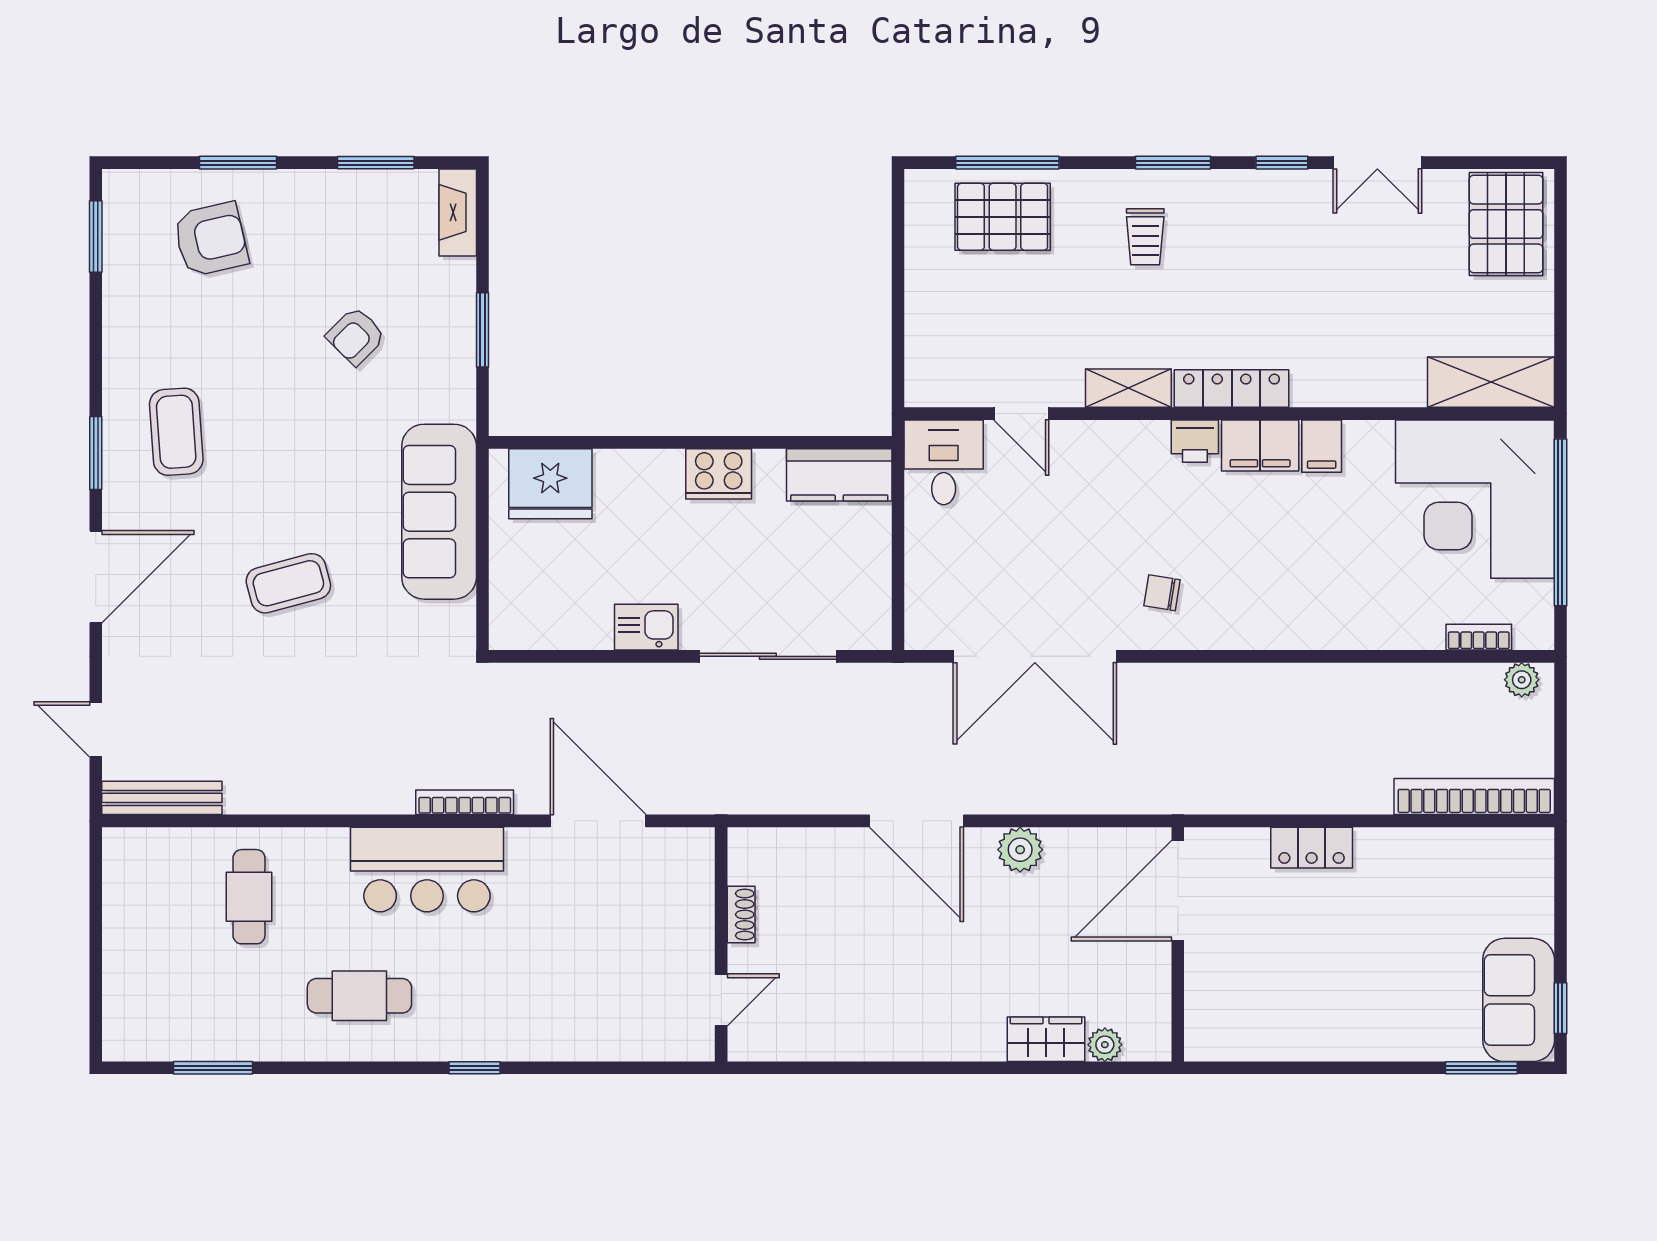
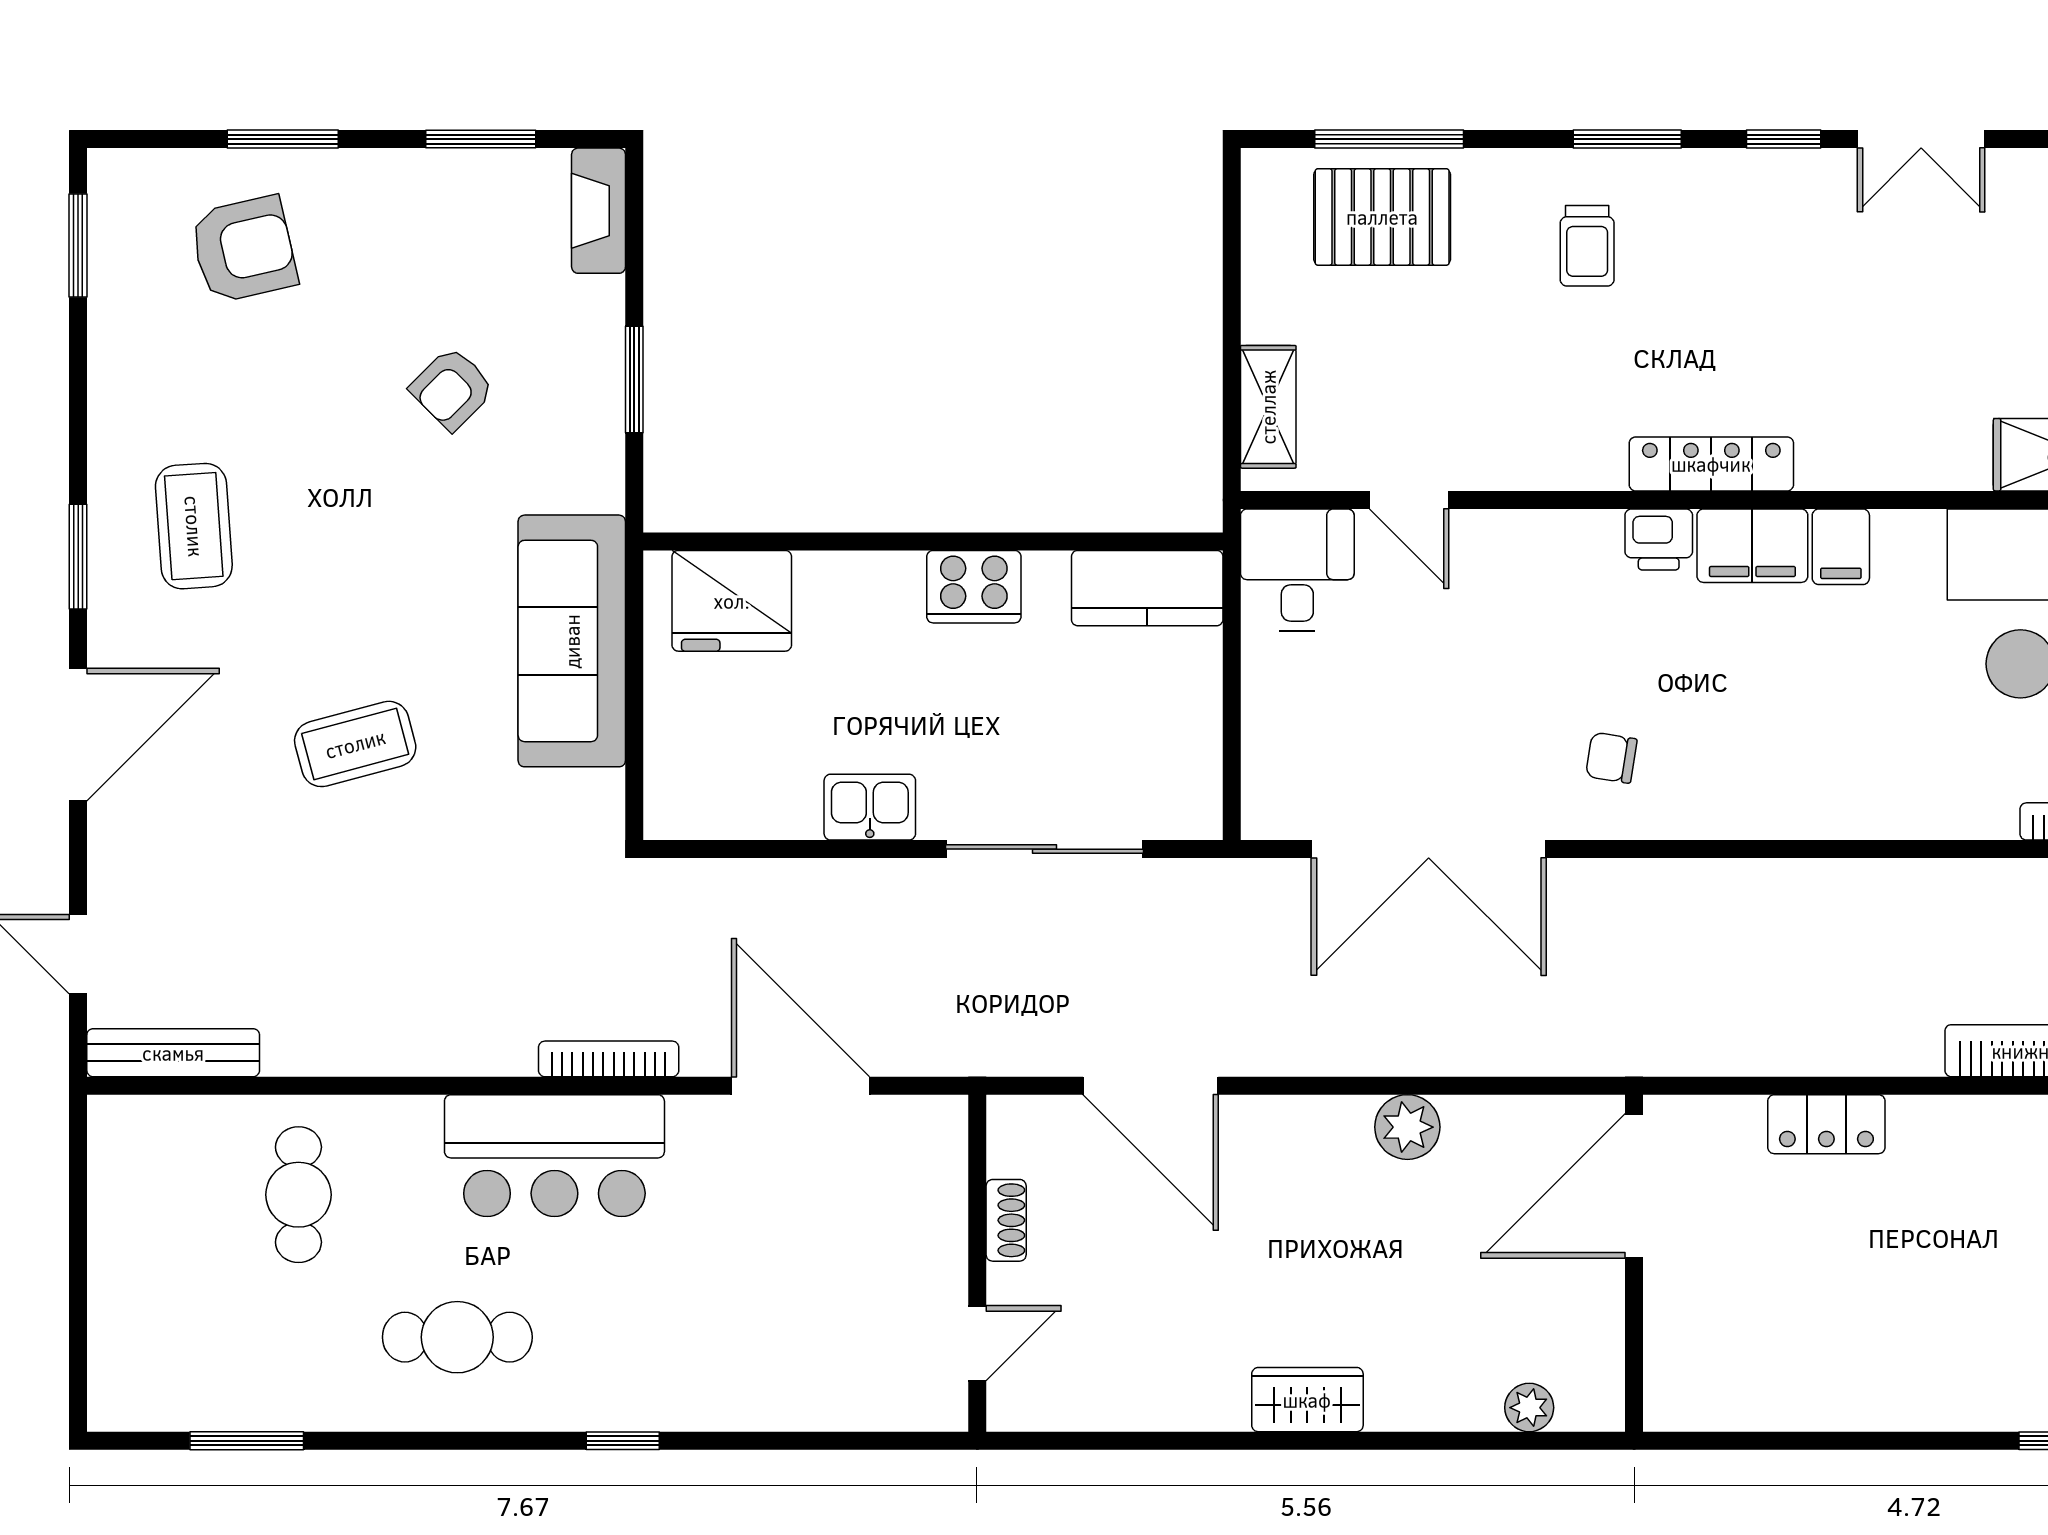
shelving: (1128, 388) -> (1268, 407), moved, turned 90
door: (916, 821) -> (1151, 1086), moved
wardrobe: (1046, 1039) -> (1307, 1400), moved

